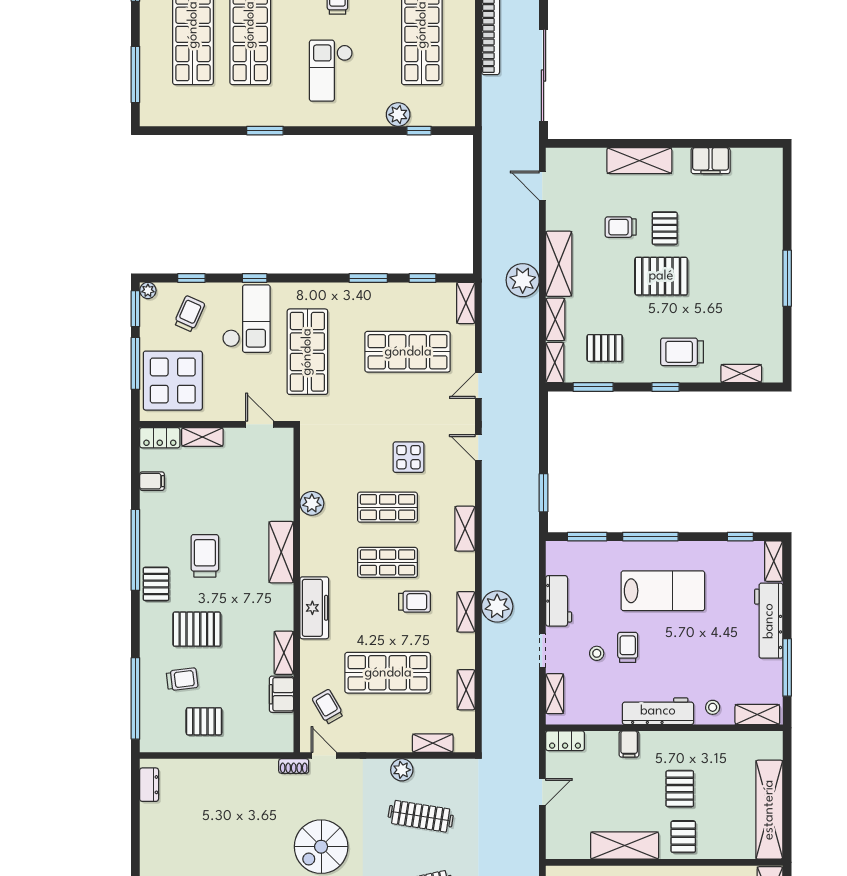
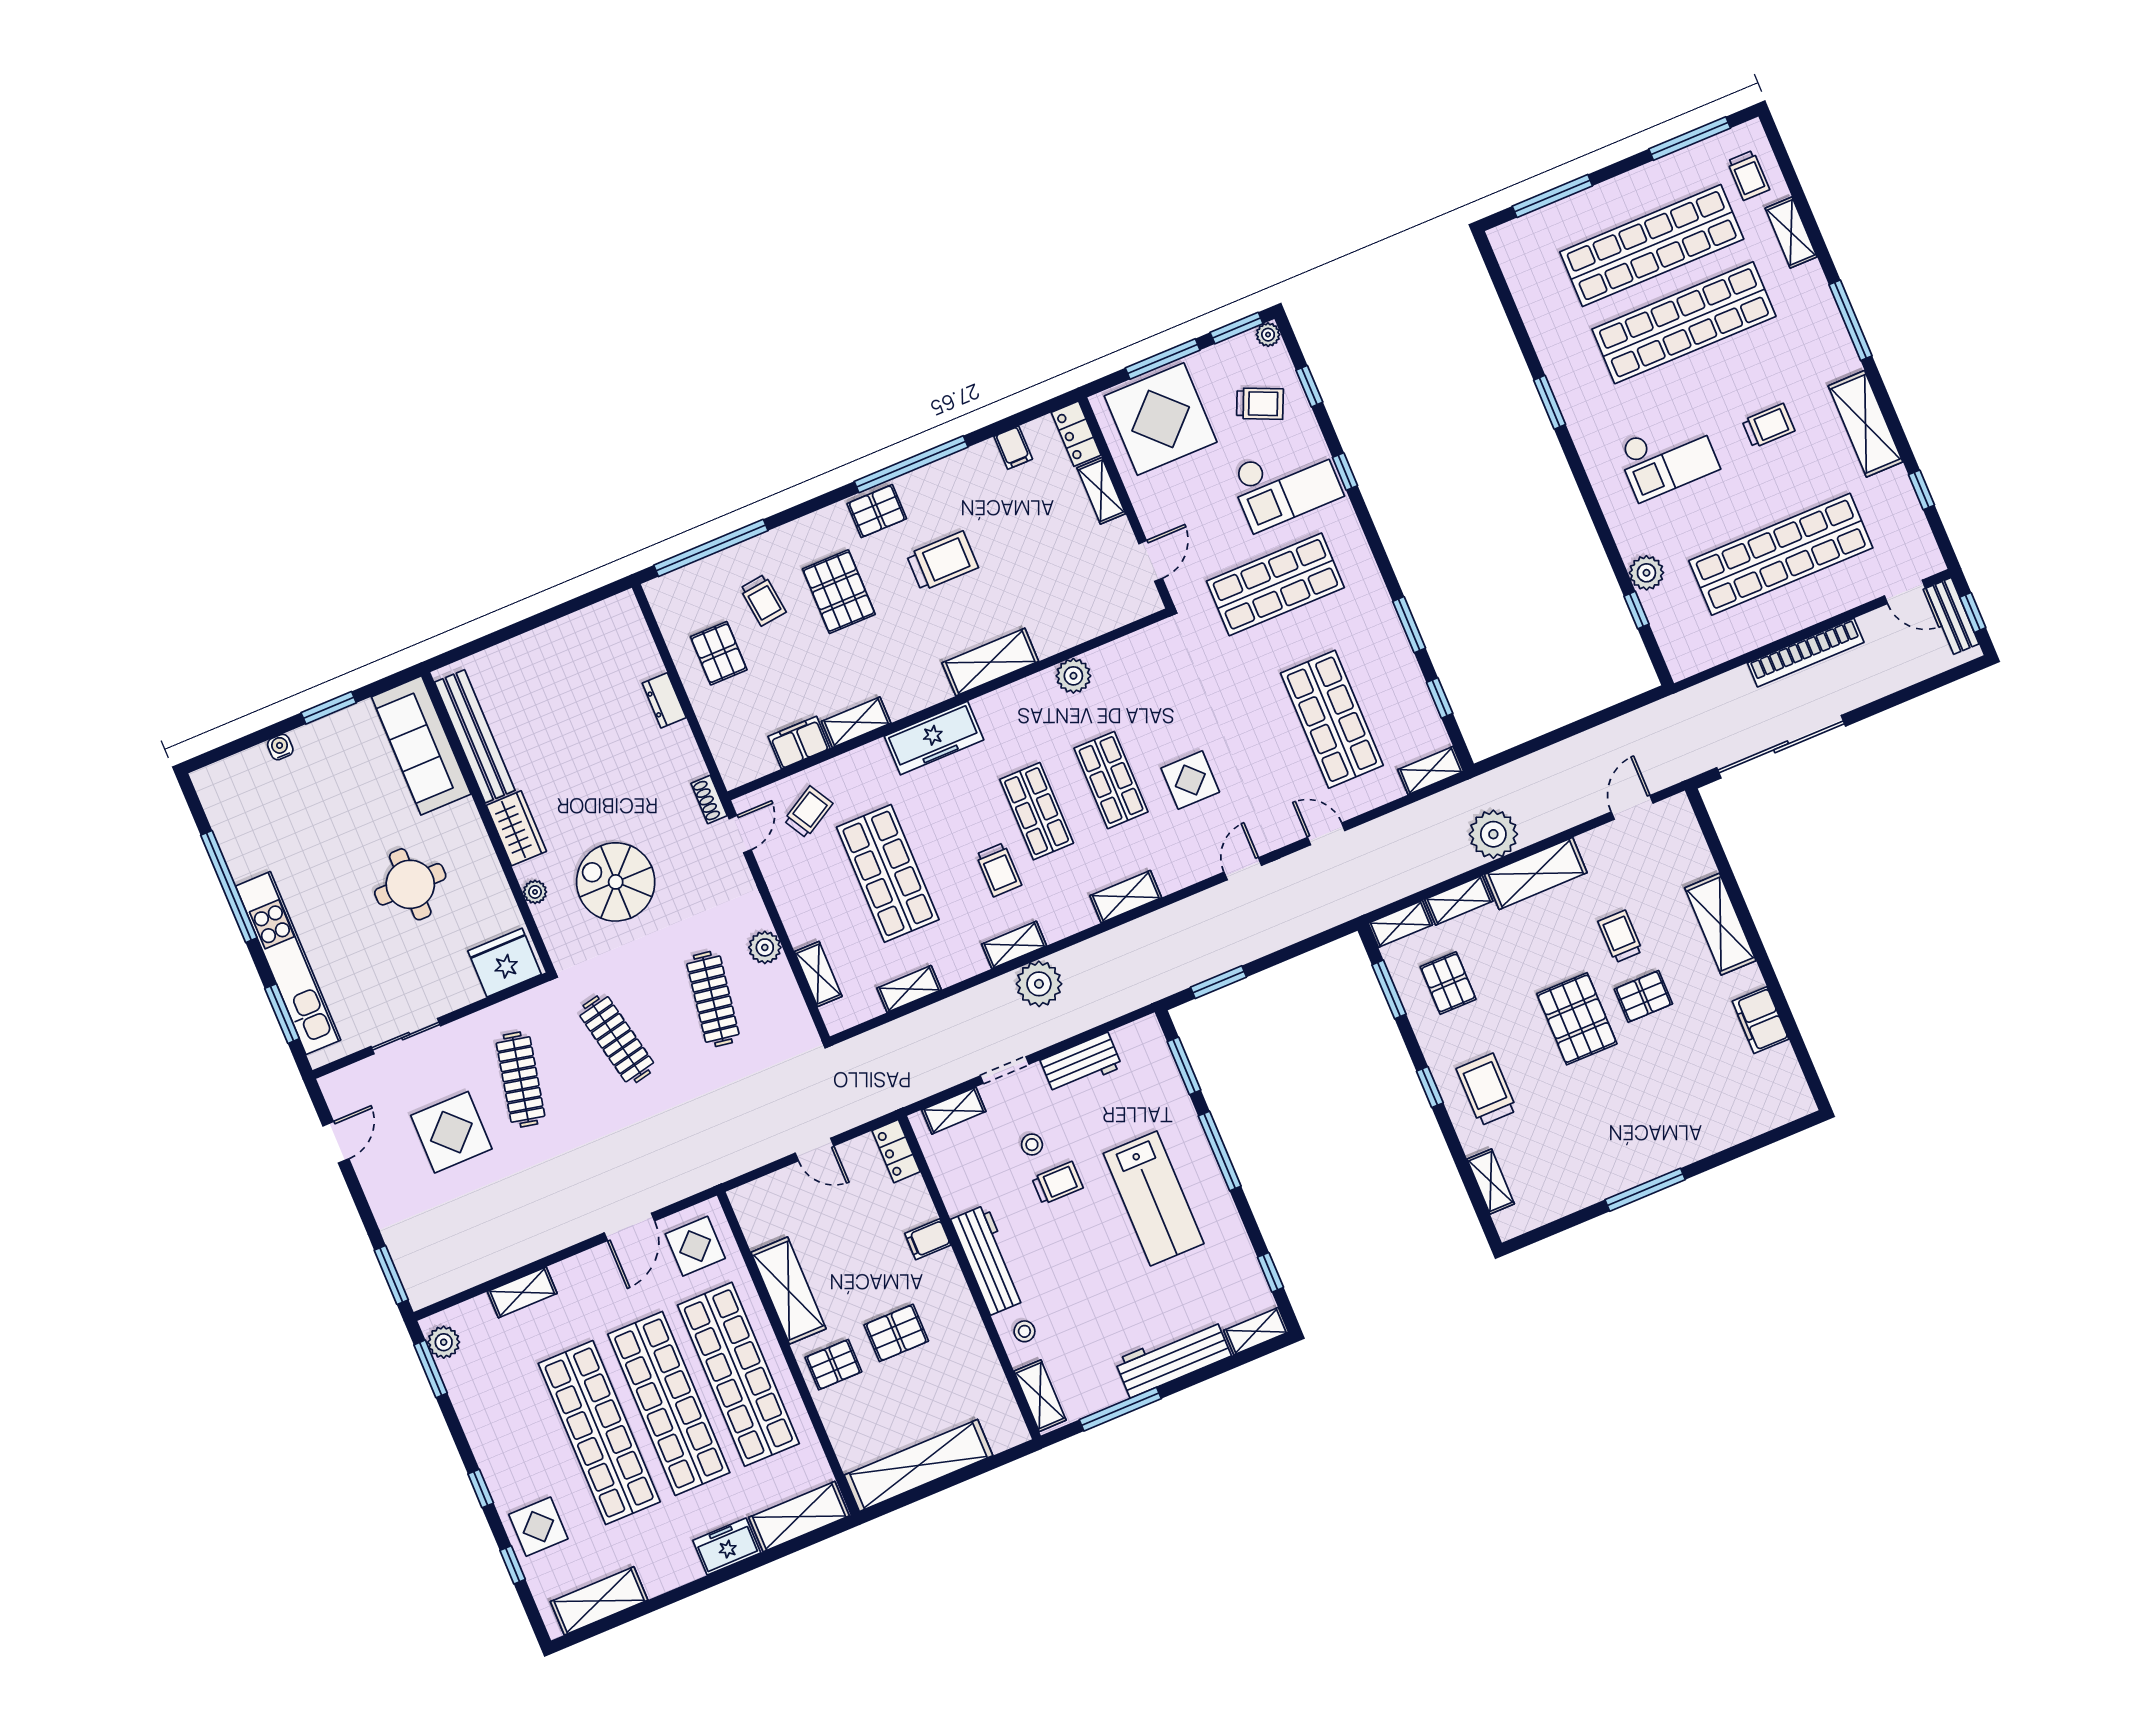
checkout: (331, 71) -> (1668, 457), turned 180
dresser: (149, 785) -> (664, 700), moved, turned 90

